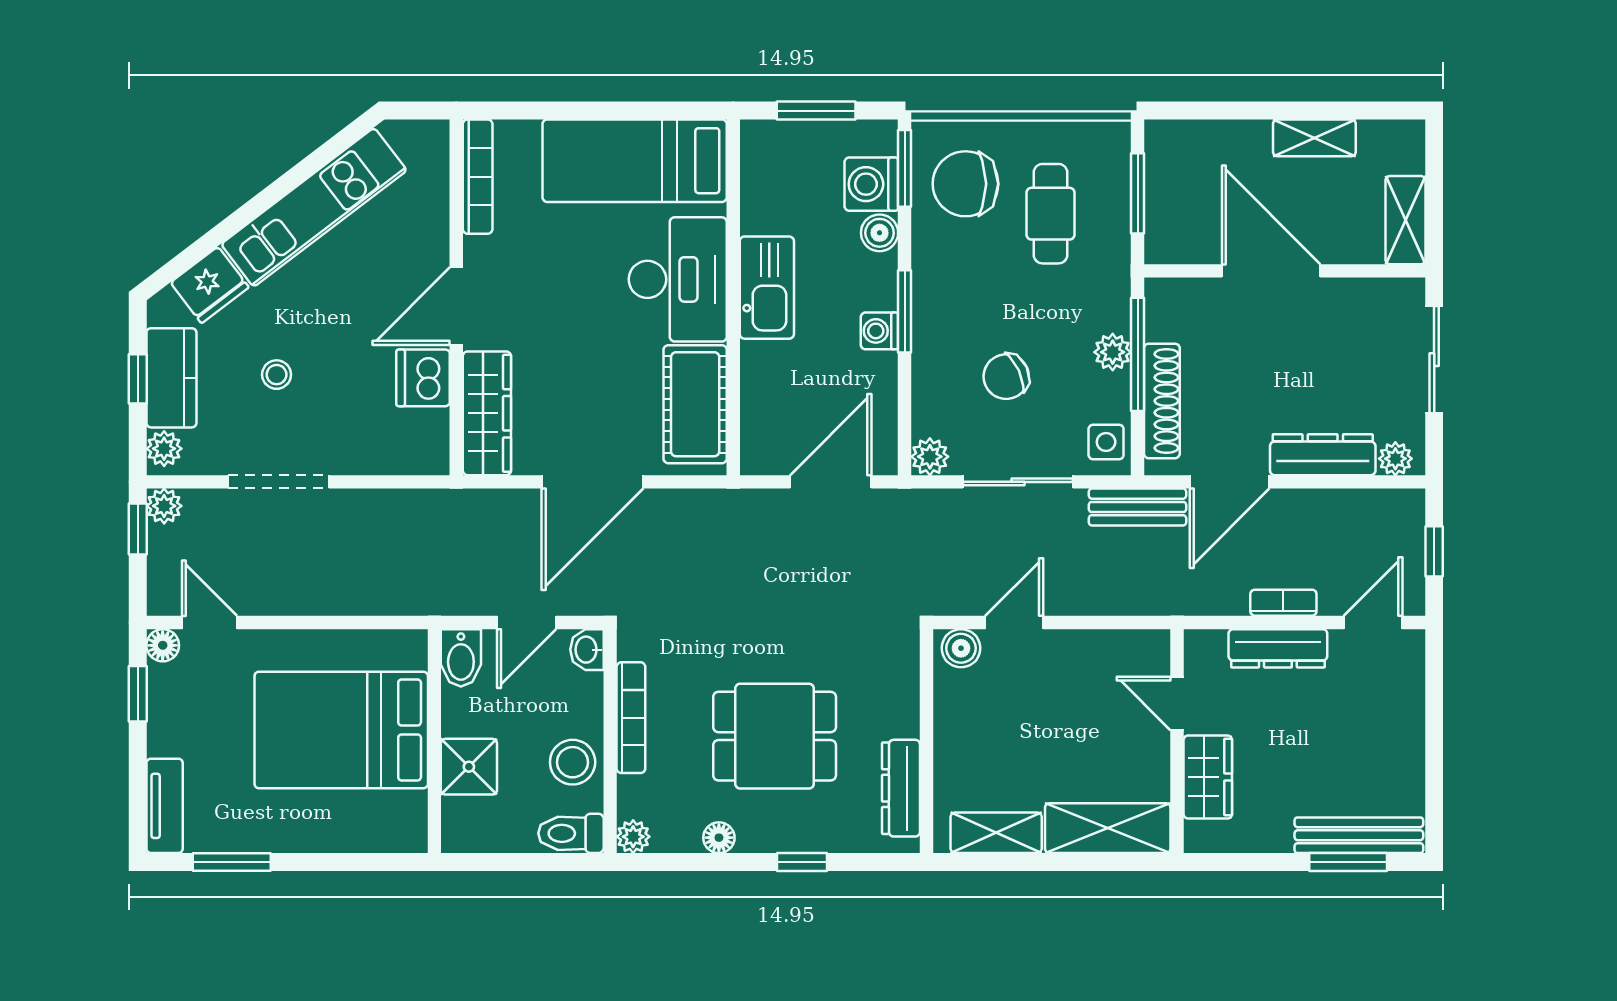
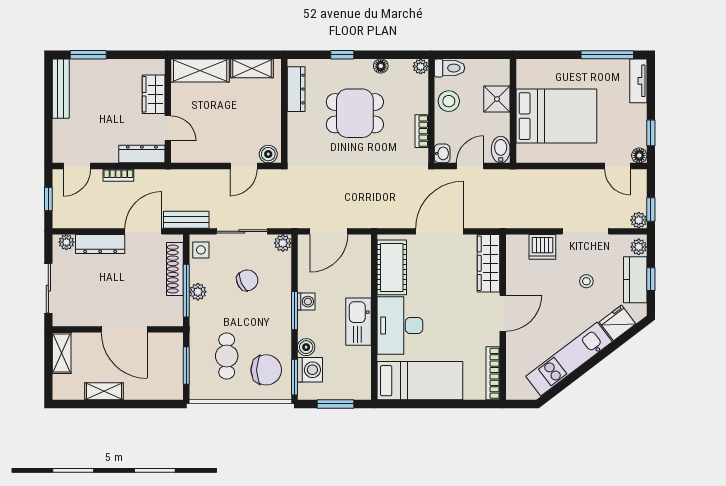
dishwasher: (423, 378) -> (542, 247), moved, turned 90
dresser: (1278, 648) -> (142, 154), moved
bookcase: (631, 718) -> (422, 131), width x0.64
bench: (1359, 835) -> (61, 89), moved, turned 90
window: (232, 862) -> (607, 55), width x1.44

